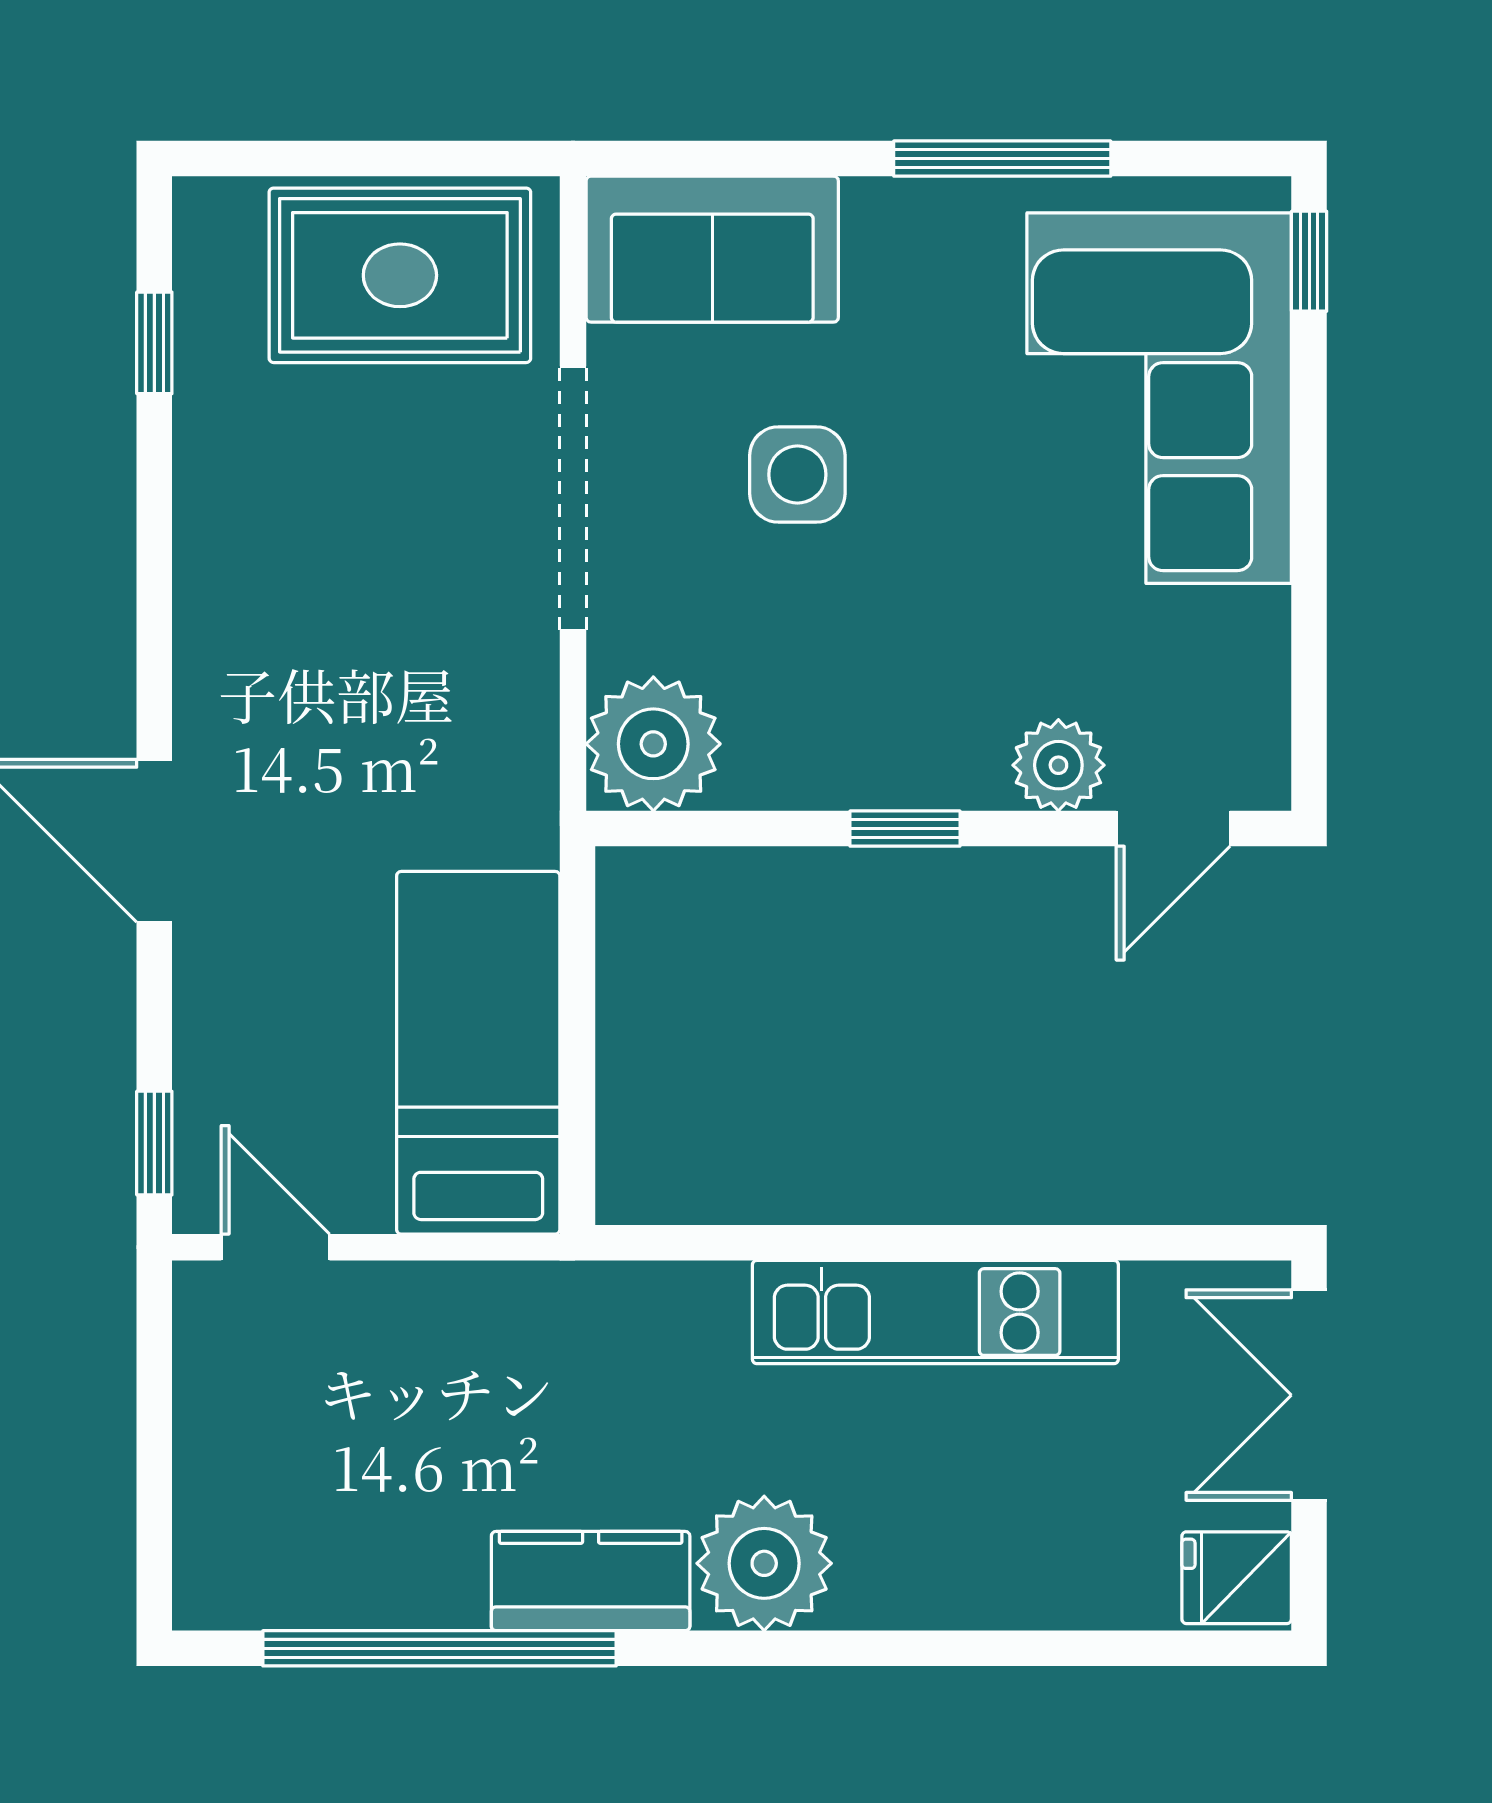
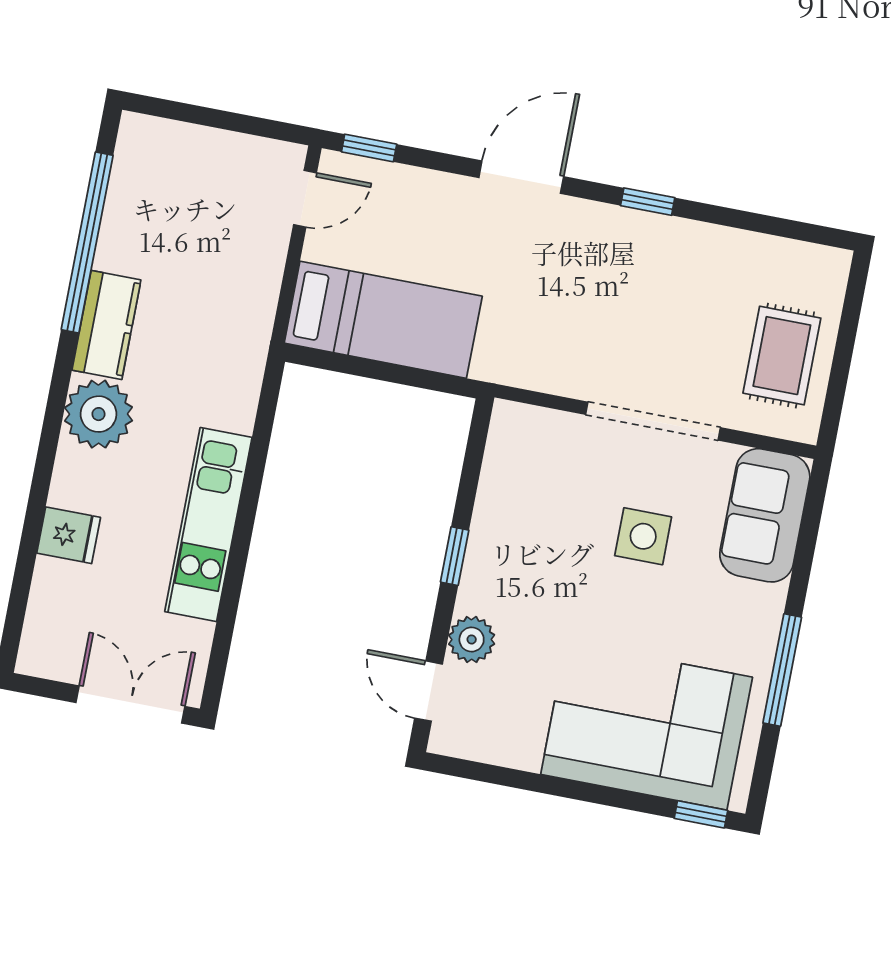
rug: (400, 275) -> (782, 356), width x0.73, depth x0.70
window: (154, 343) -> (648, 202), moved
plant: (653, 744) -> (522, 438), removed
fridge: (1237, 1578) -> (69, 535), moved, turned 90

